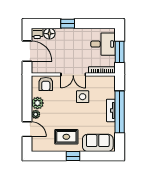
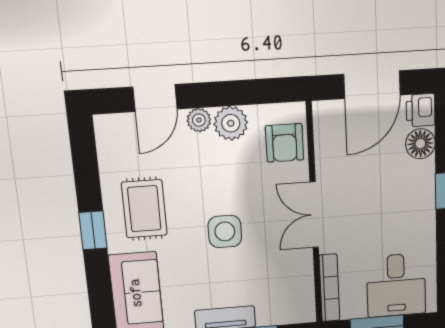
armchair: (46, 84) -> (284, 143), turned -90
side table: (83, 97) -> (225, 231), moved

